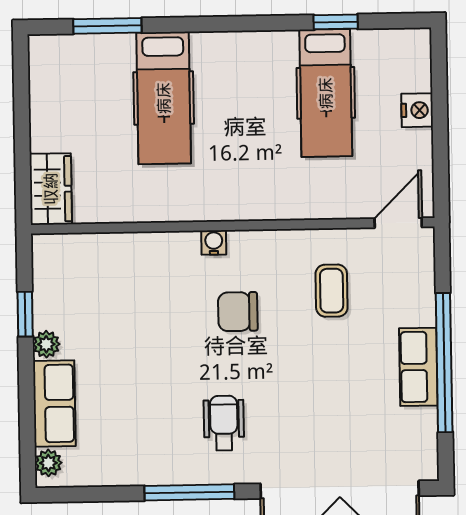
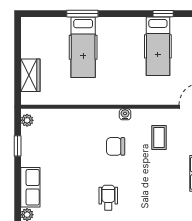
window: (107, 26) -> (82, 14), moved
wardrobe: (51, 189) -> (30, 75), moved
water cooler: (214, 243) -> (125, 114), moved
plant: (46, 344) -> (27, 120), moved

